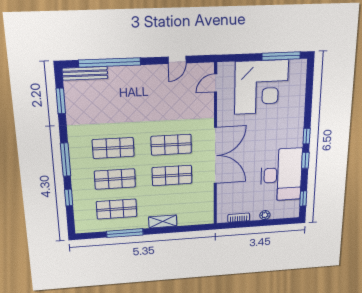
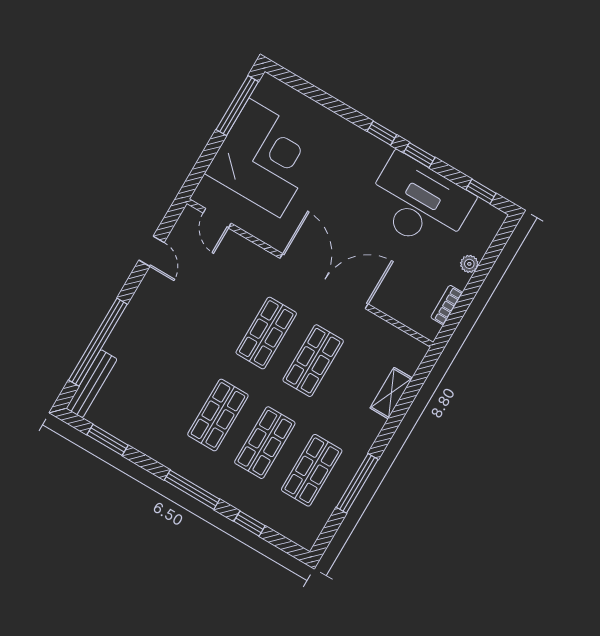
shelving: (163, 221) -> (391, 393), moved

